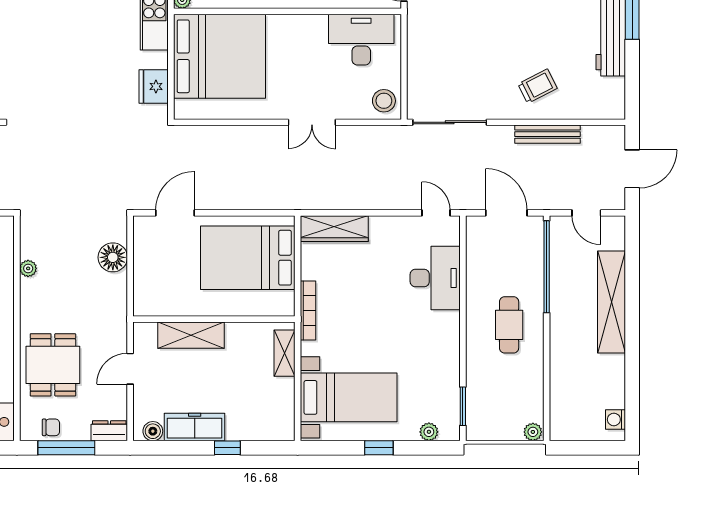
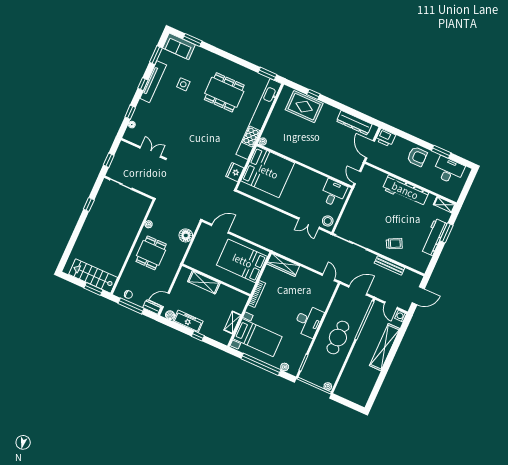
desk: (361, 40) -> (333, 193), width x0.73
double door: (312, 122) -> (309, 223), moved
door: (506, 213) -> (358, 290), hinge flipped
desk: (435, 278) -> (308, 321), moved
cafe table: (509, 325) -> (338, 338), width x1.37, depth x1.35
shelving: (284, 353) -> (232, 322), moved
dining table: (53, 365) -> (151, 253), moved
door: (130, 369) -> (166, 300), moved
washing machine: (615, 419) -> (401, 316), moved
window: (379, 448) -> (261, 364), width x3.17

